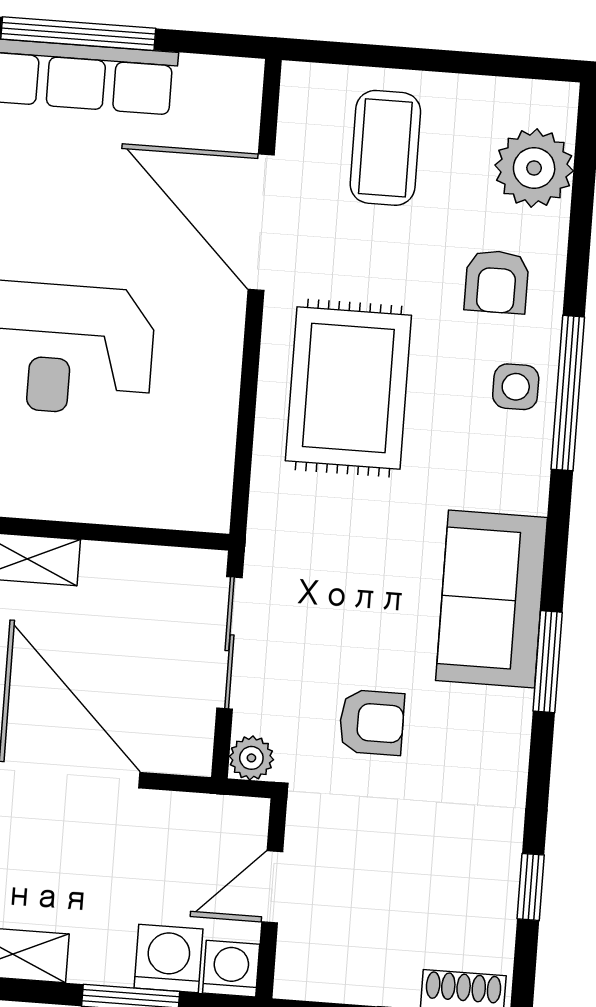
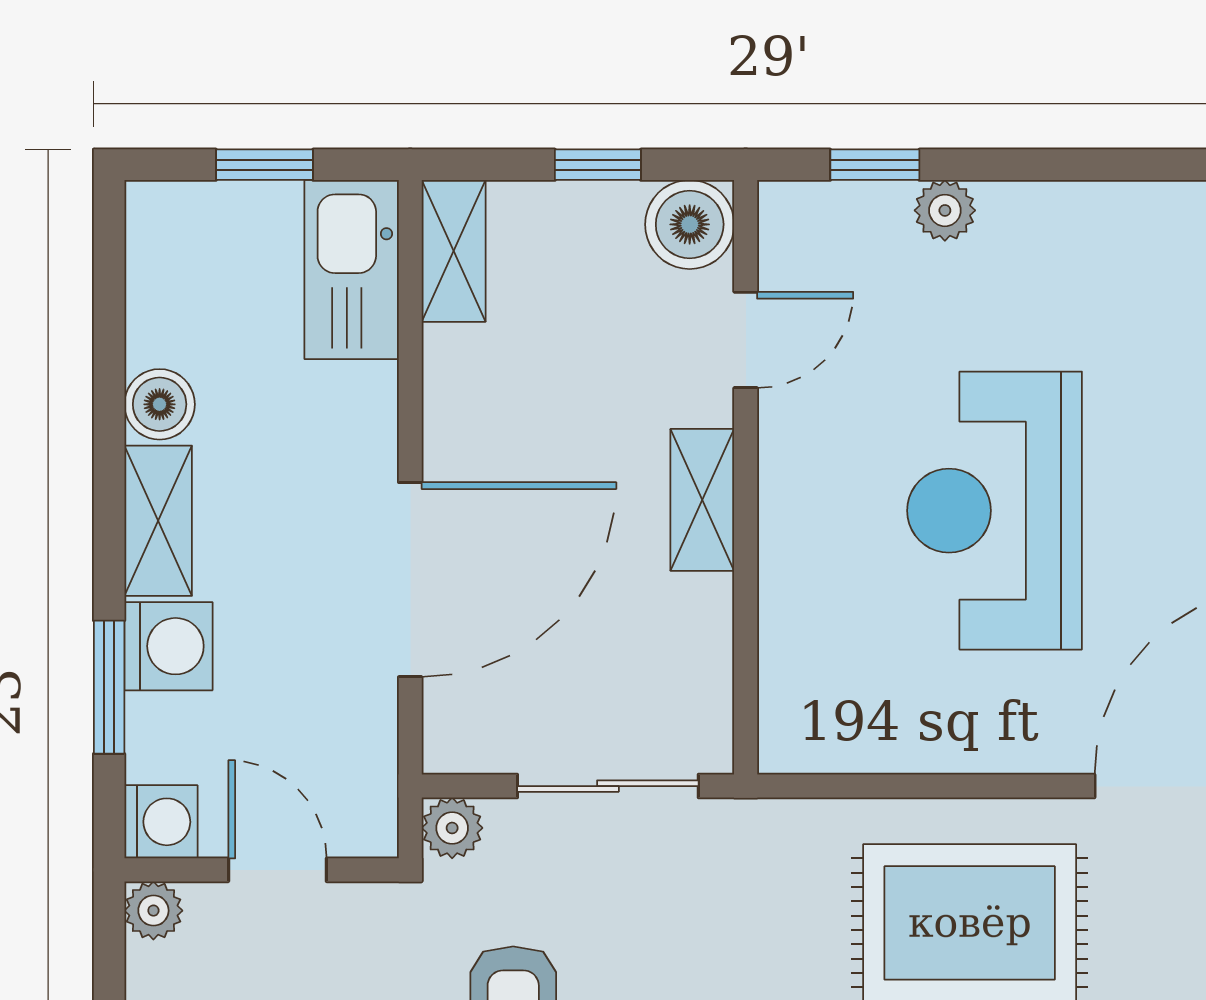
washing machine: (169, 958) -> (168, 646), moved
plant: (295, 979) -> (153, 911), added

